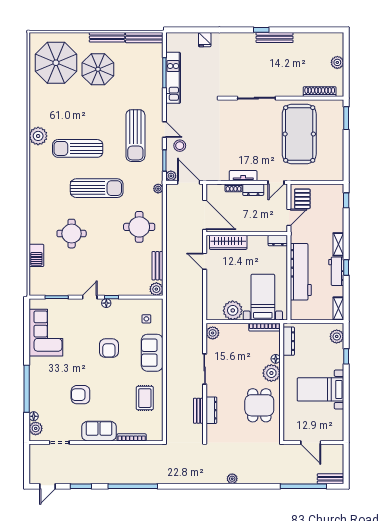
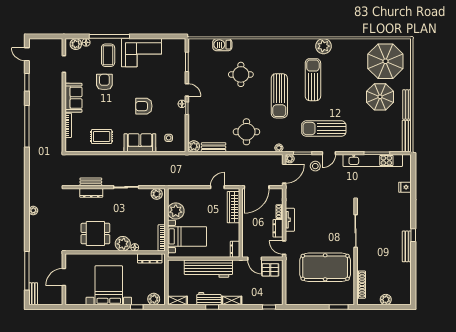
kitchen unit: (173, 78) -> (373, 160), width x1.36
corner sofa: (46, 333) -> (142, 53), moved
bed with nightstands: (320, 389) -> (109, 285), width x1.36
coffee table: (49, 390) -> (108, 55), added

